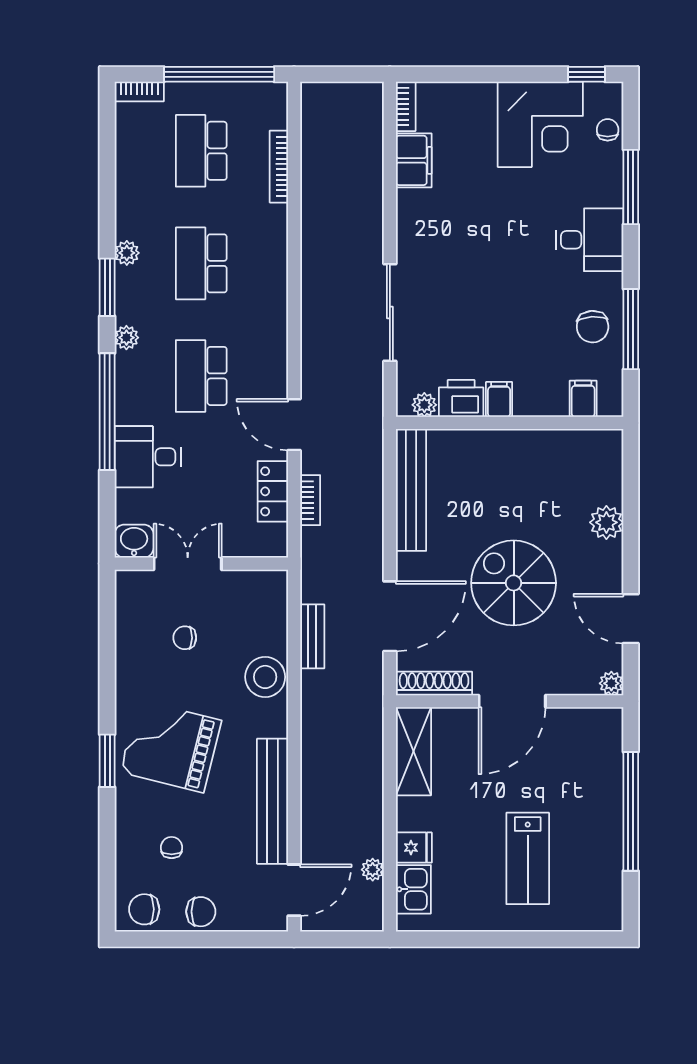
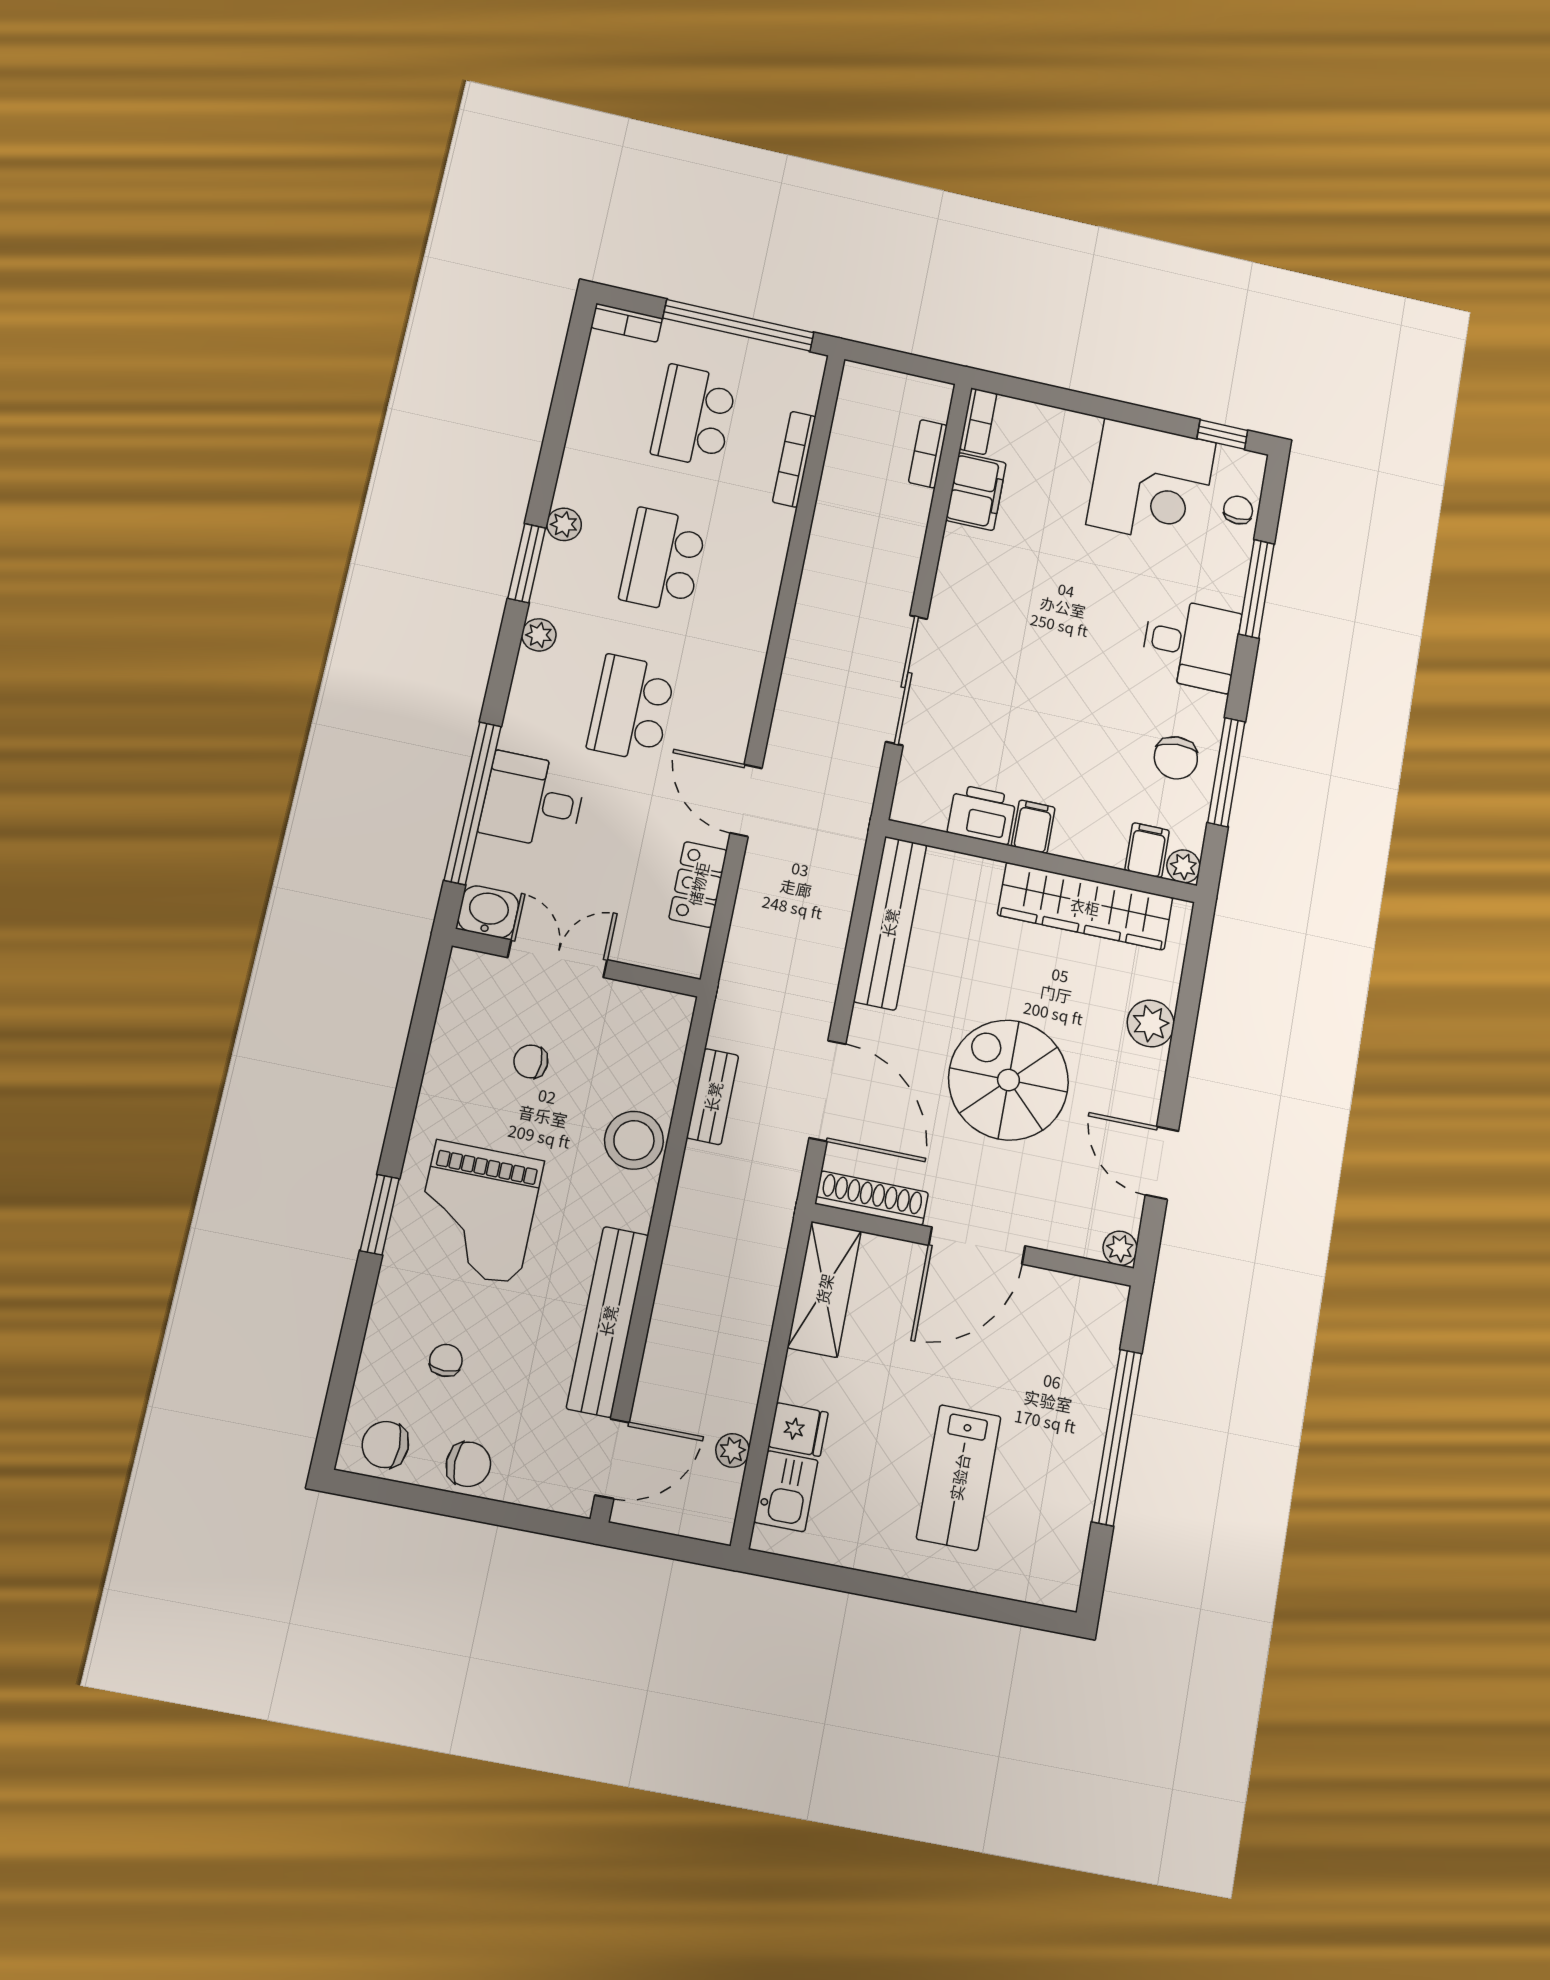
plant: (424, 405) -> (1184, 866), moved
window: (107, 412) -> (473, 803), moved
wardrobe: (546, 449) -> (1085, 906), added
bookcase: (310, 500) -> (928, 454), moved, turned 180
door: (390, 616) -> (827, 1091), hinge flipped
grand piano: (171, 746) -> (477, 1212), turned -104

